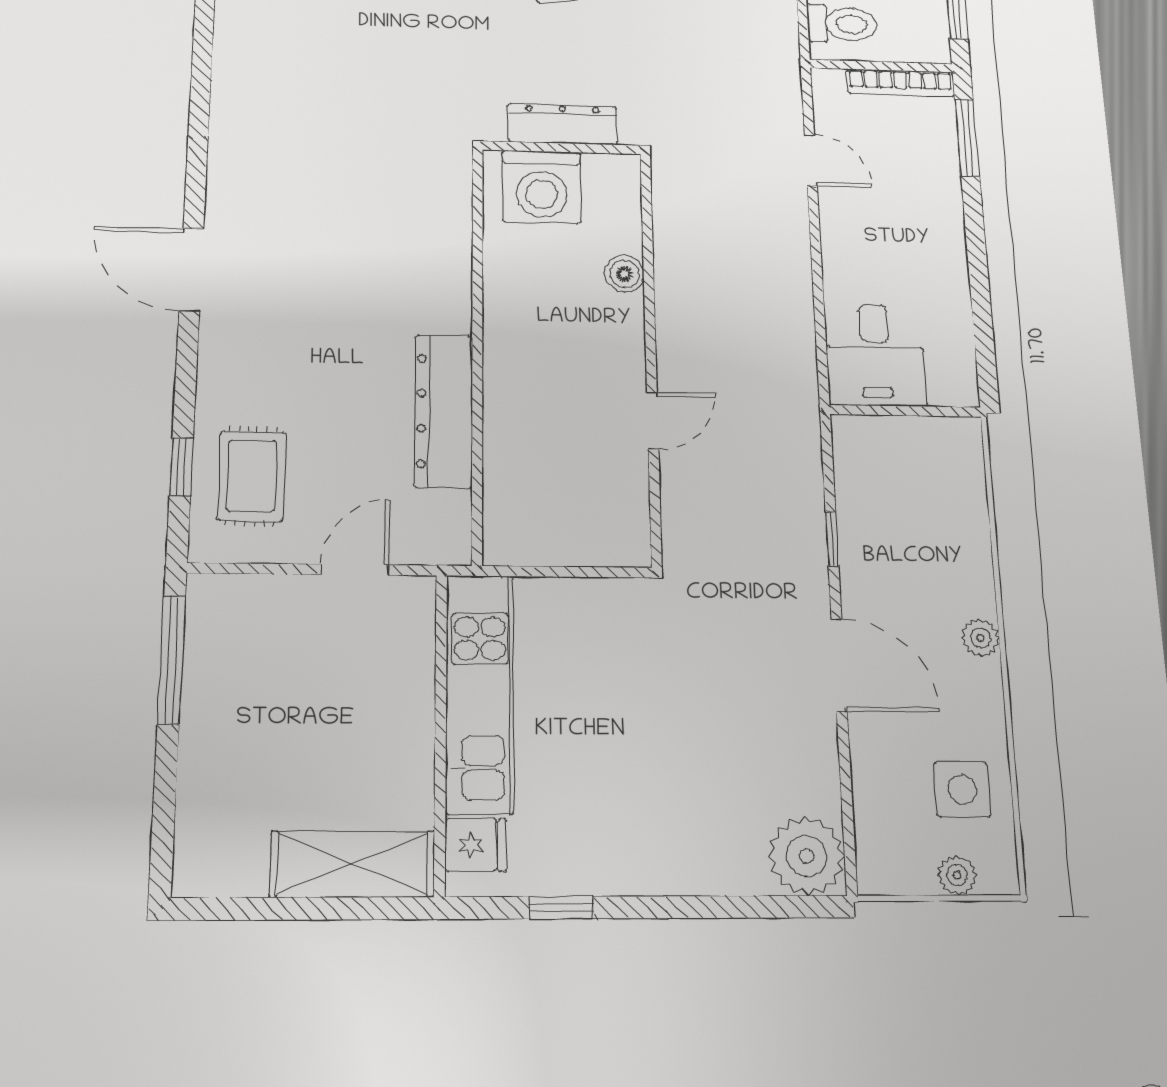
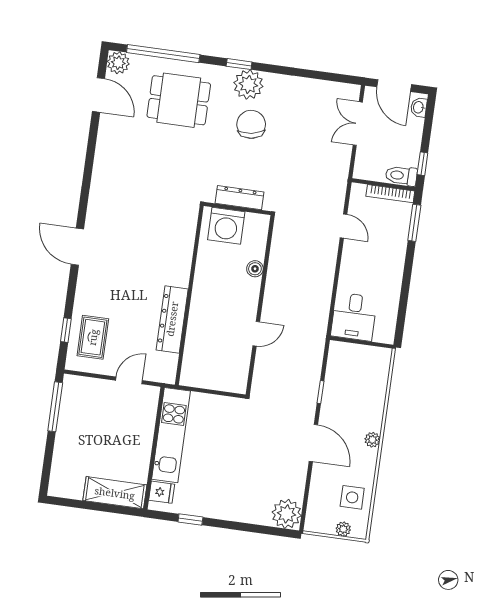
toilet: (842, 24) -> (401, 176), moved, turned 180

